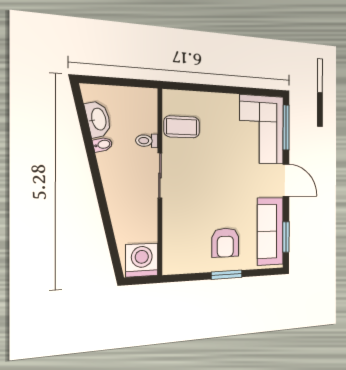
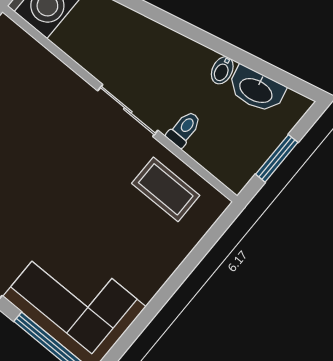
window: (124, 82) -> (277, 158), added
coffee table: (182, 127) -> (166, 189), turned 90

